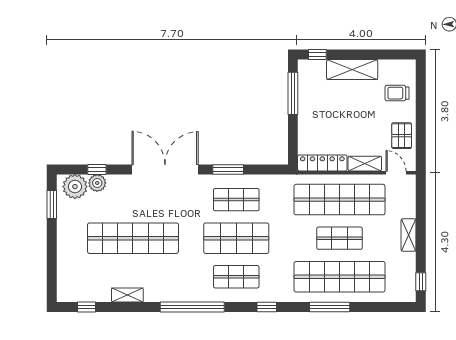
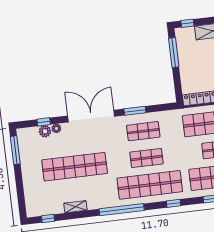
plant: (75, 187) -> (56, 128), moved, width x0.53, depth x0.53
window: (52, 205) -> (15, 150), width x1.44
shop shelf: (236, 238) -> (146, 158), width x0.70, depth x0.74
shop shelf: (236, 277) -> (150, 185), width x2.00, depth x1.36

